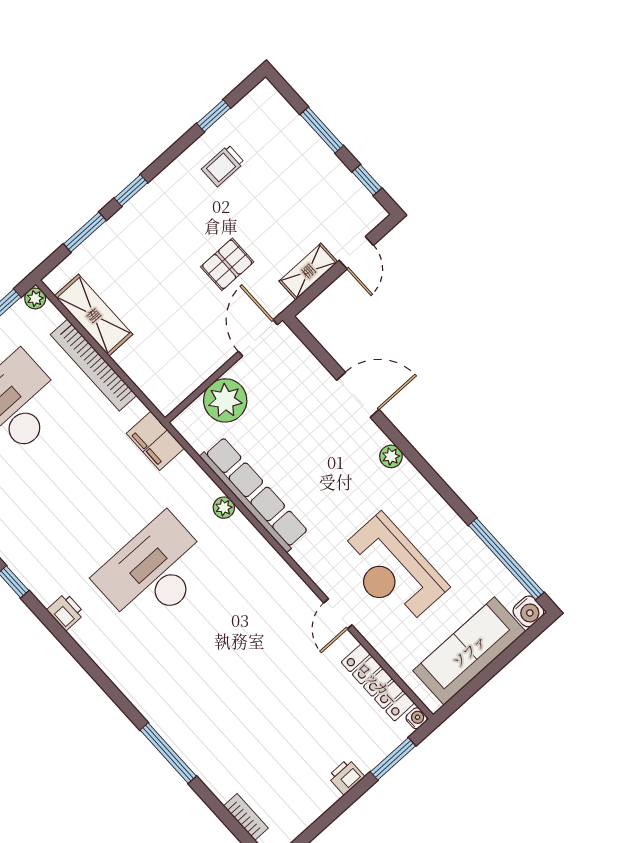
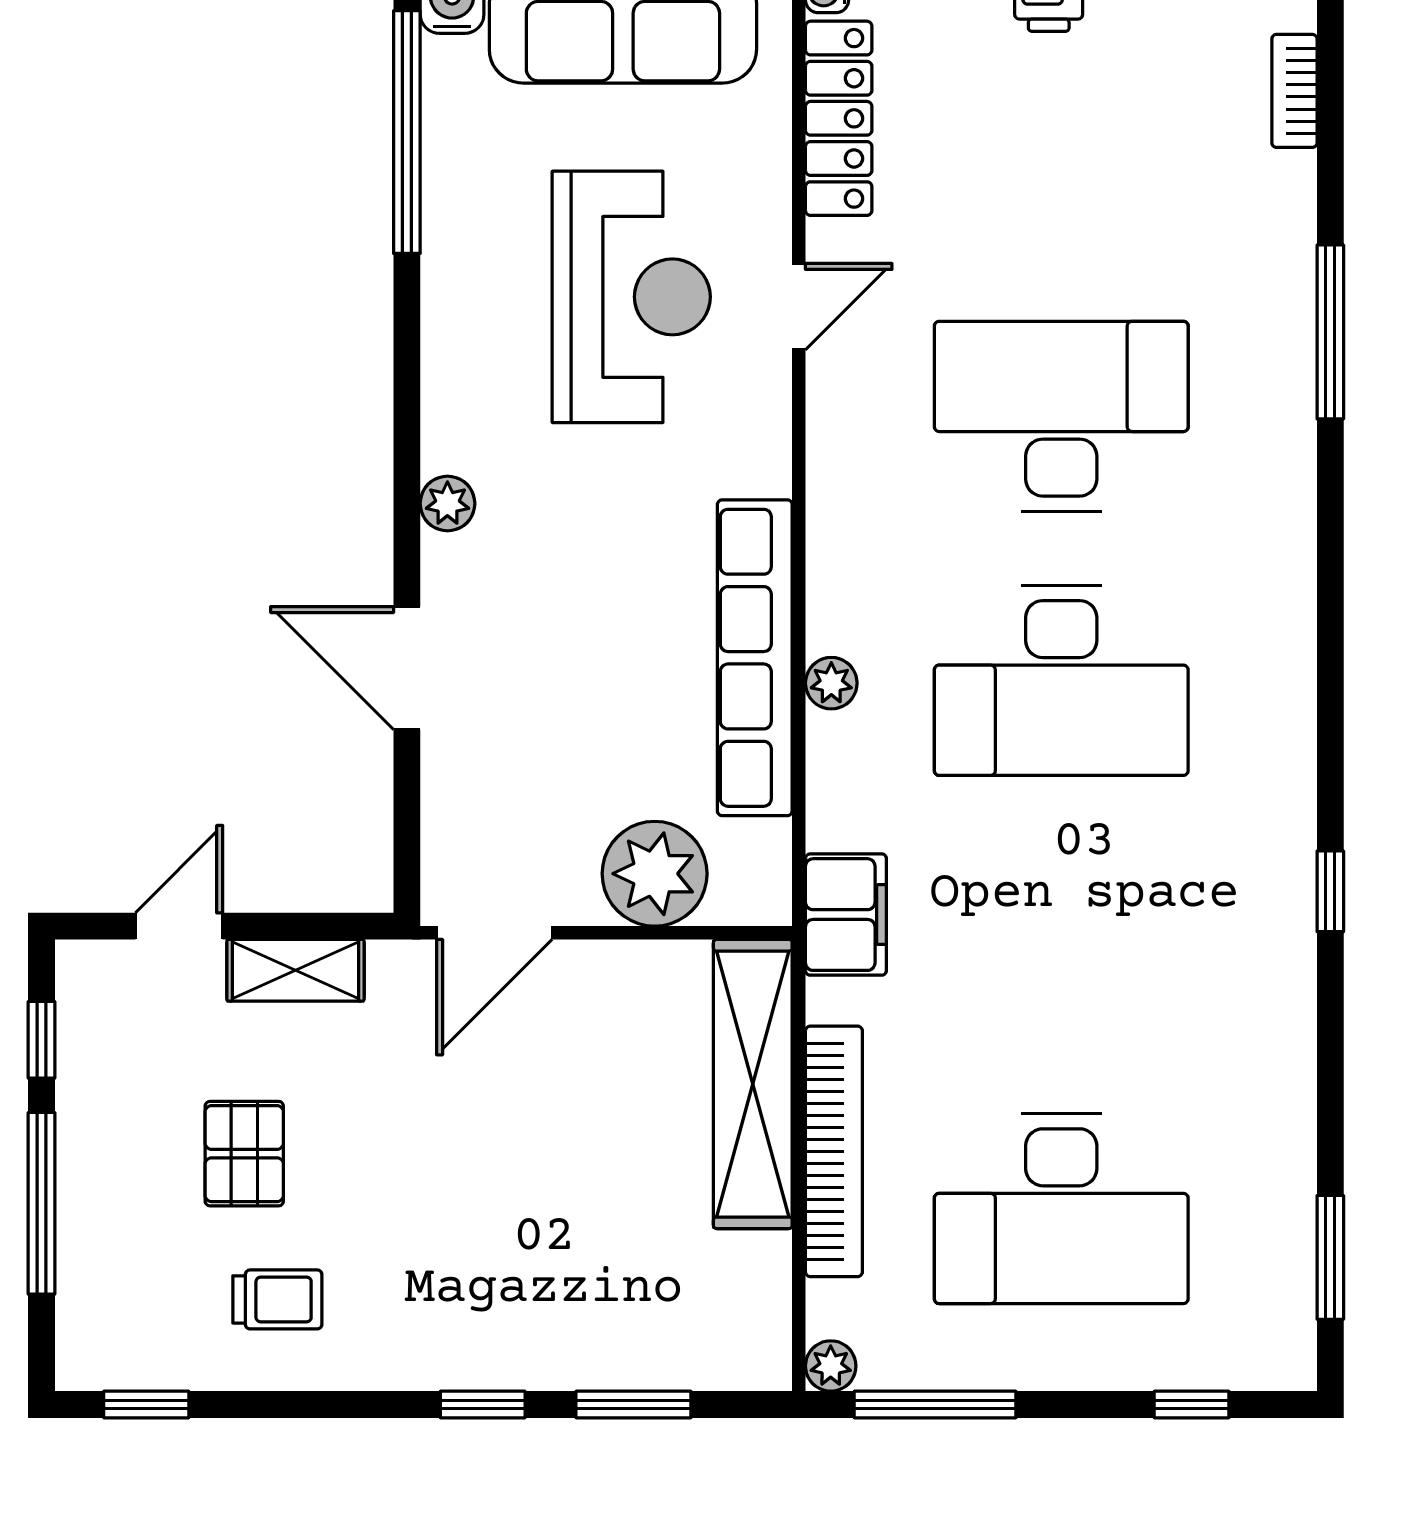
window: (214, 116) -> (146, 1404), moved
window: (322, 130) -> (42, 1203), width x1.44
pallet: (227, 264) -> (244, 1154), moved, turned 90
shelving: (94, 315) -> (753, 1084), moved, width x1.47
printer: (66, 612) -> (1285, 753), removed
desk: (227, 653) -> (1061, 416), added

